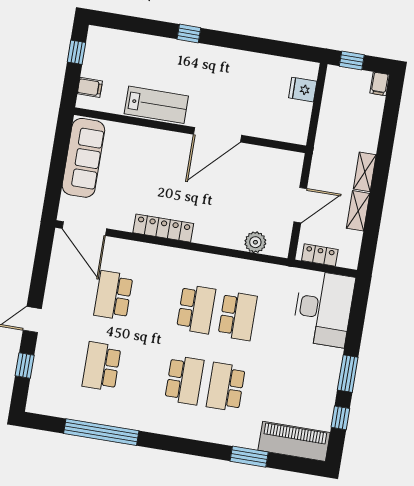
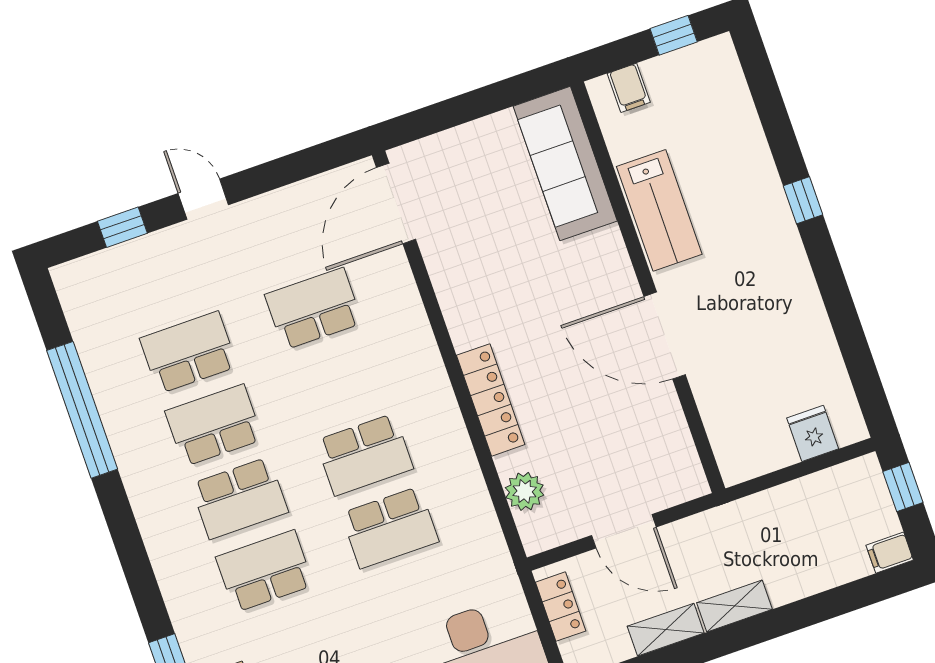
sofa: (83, 158) -> (565, 164), moved, turned 90
locker: (163, 228) -> (491, 400), moved
school desk: (143, 373) -> (214, 425), added

